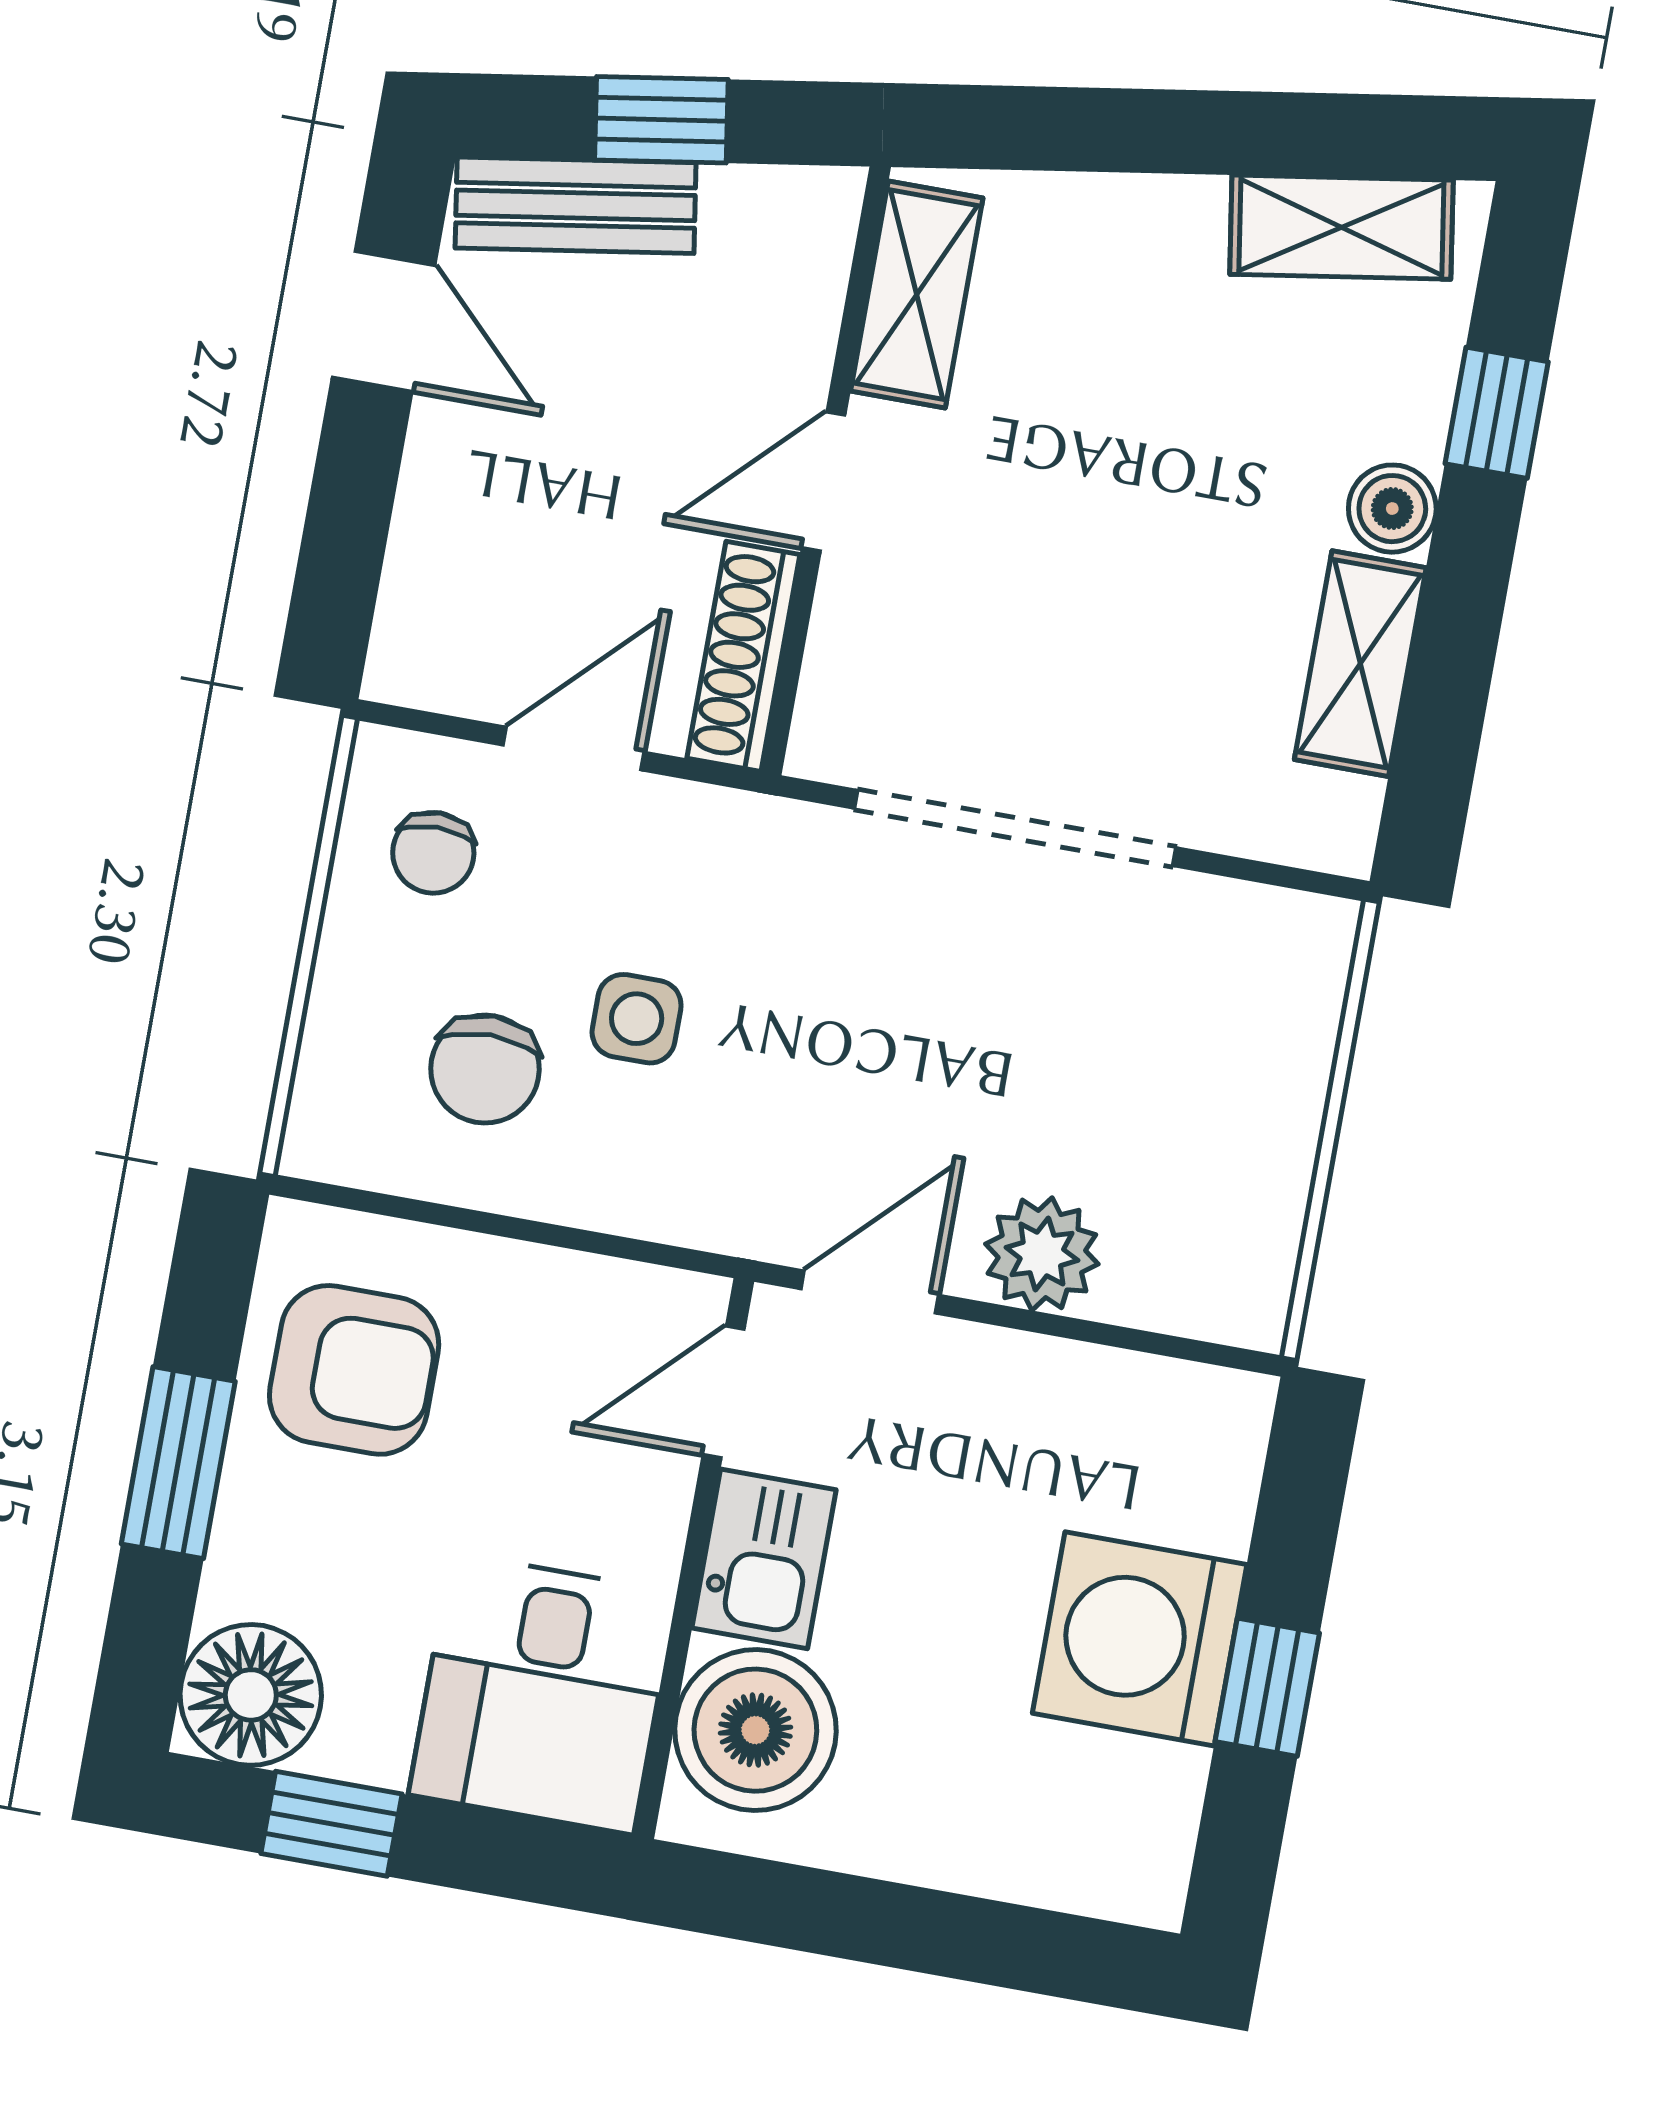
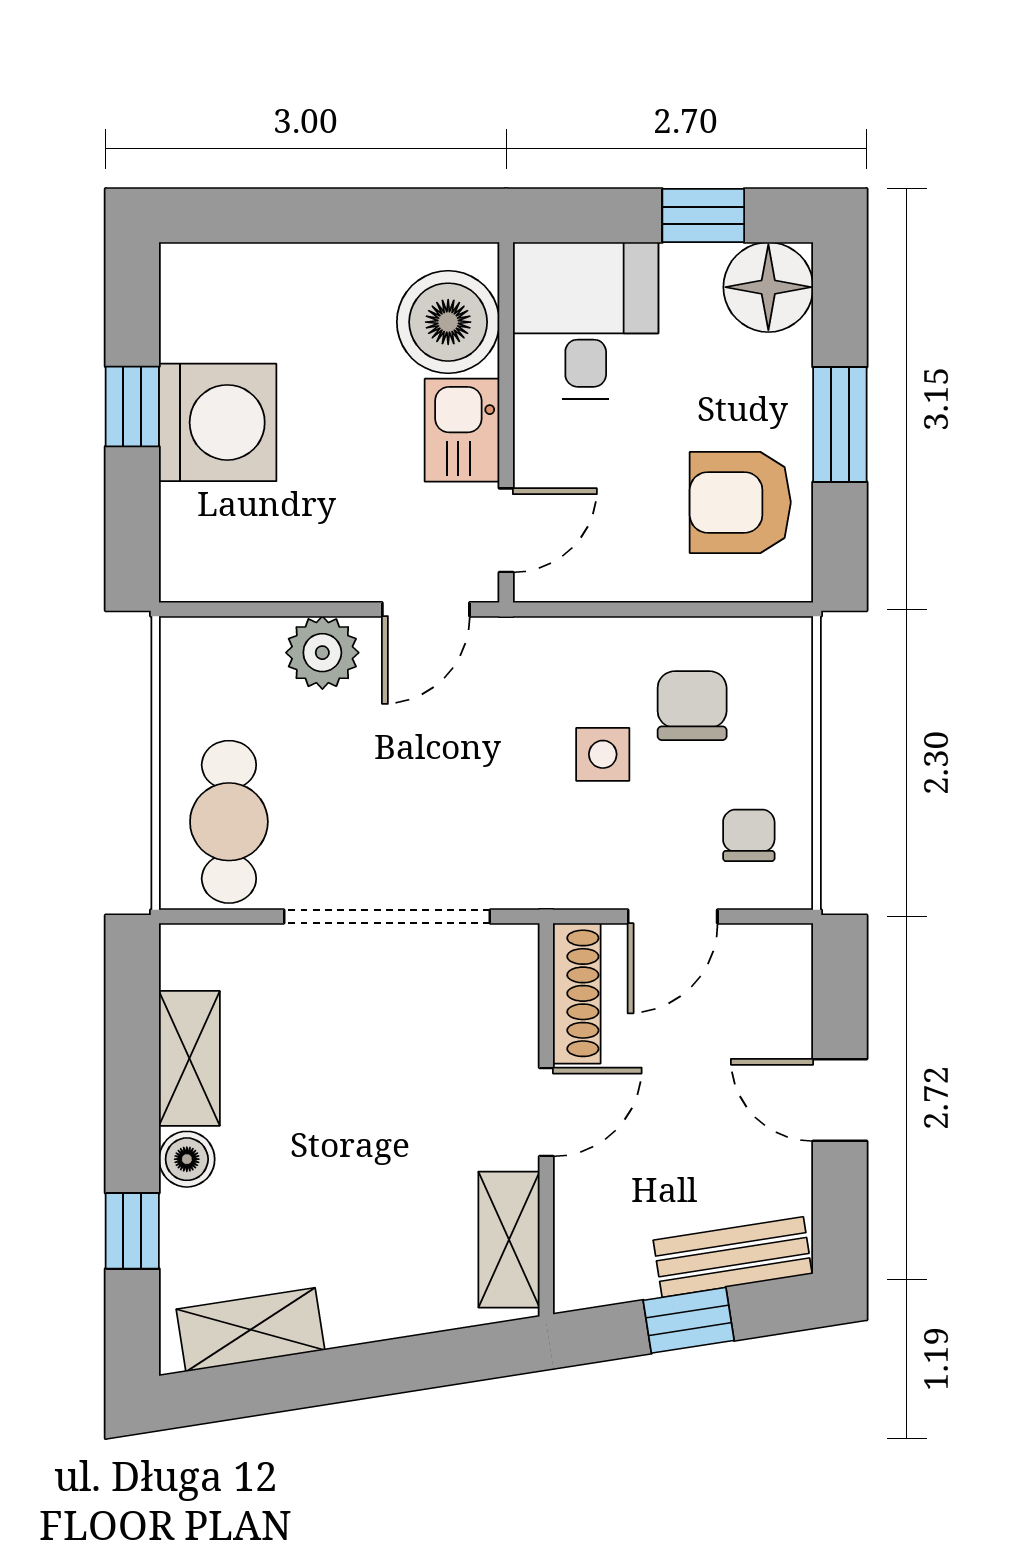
door: (384, 321) -> (840, 1100), moved
cafe table: (1233, 1018) -> (229, 822), added

